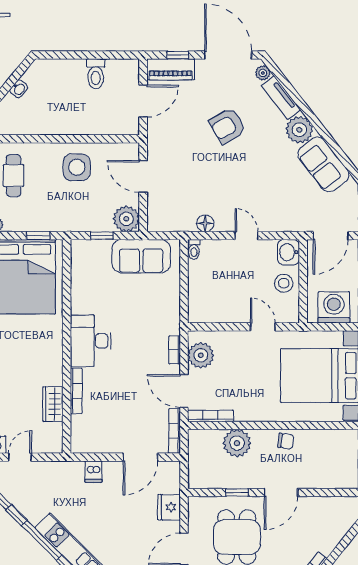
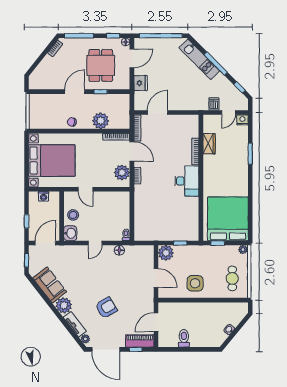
door: (247, 236) -> (95, 243), hinge flipped
sofa: (141, 256) -> (157, 231), removed
washing machine: (334, 307) -> (44, 196), width x0.53, depth x0.53
dishwasher: (93, 472) -> (214, 104), moved

